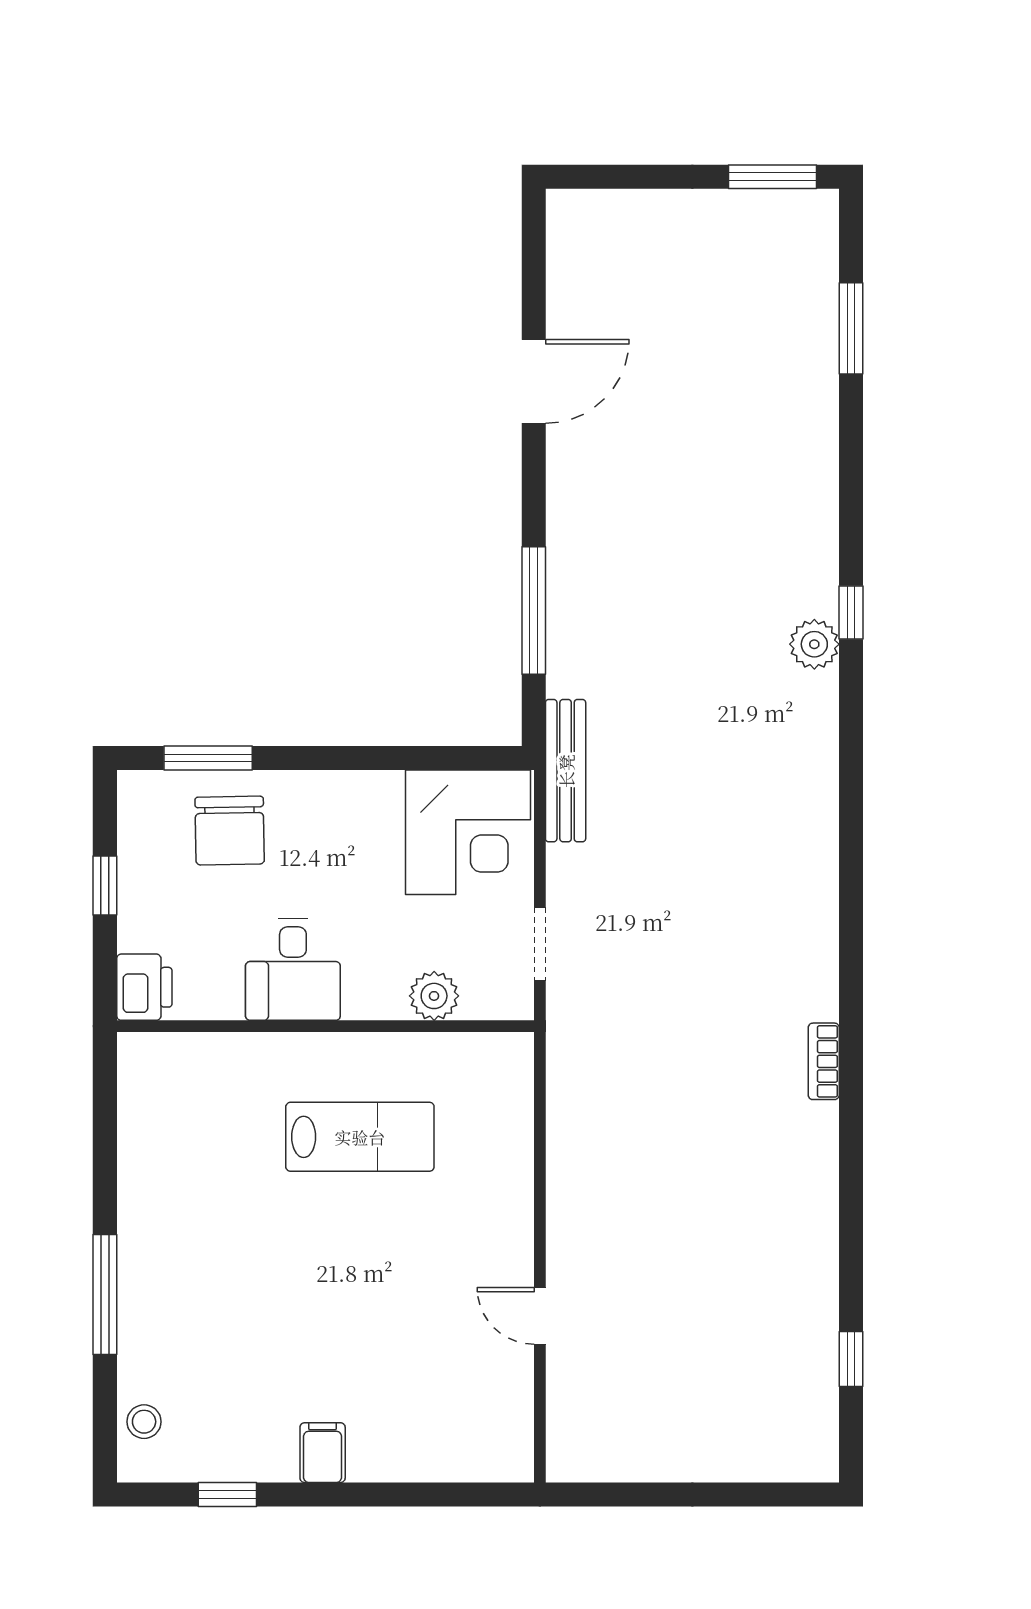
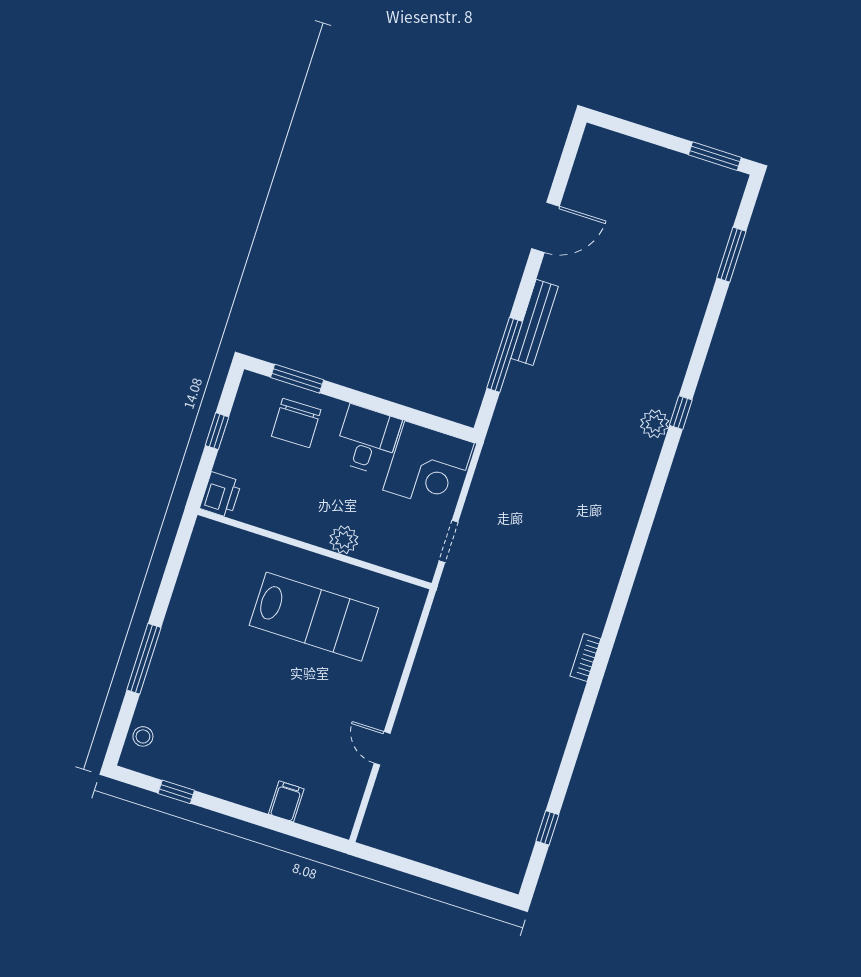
bench: (566, 771) -> (535, 322), moved
desk: (293, 970) -> (367, 440), moved, turned 180
plant: (434, 996) -> (344, 540), moved
lab bench: (360, 1137) -> (314, 617), width x1.36, depth x1.39
filing cabinet: (323, 1453) -> (286, 801), moved

